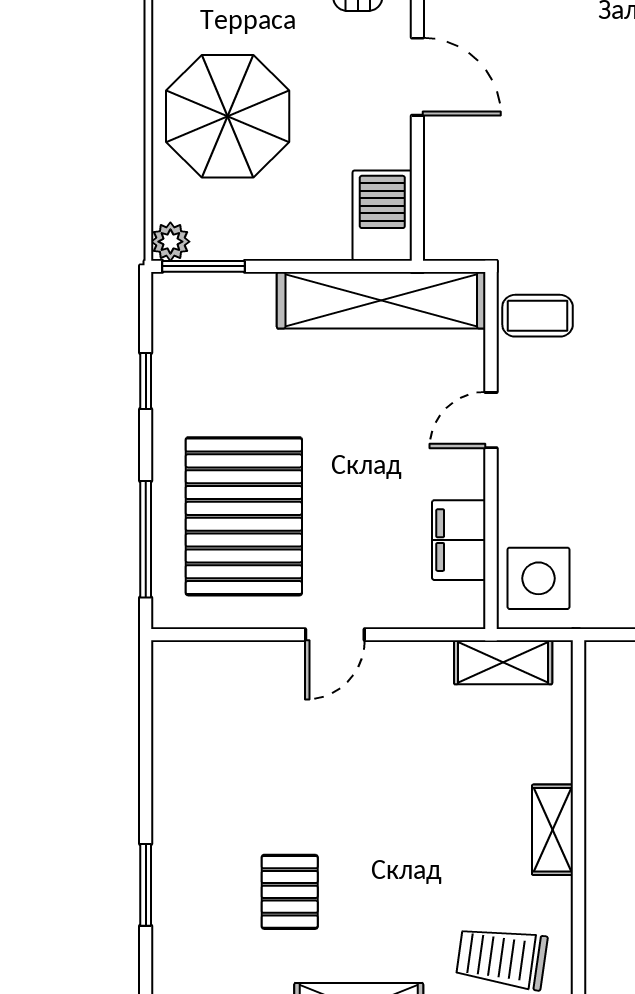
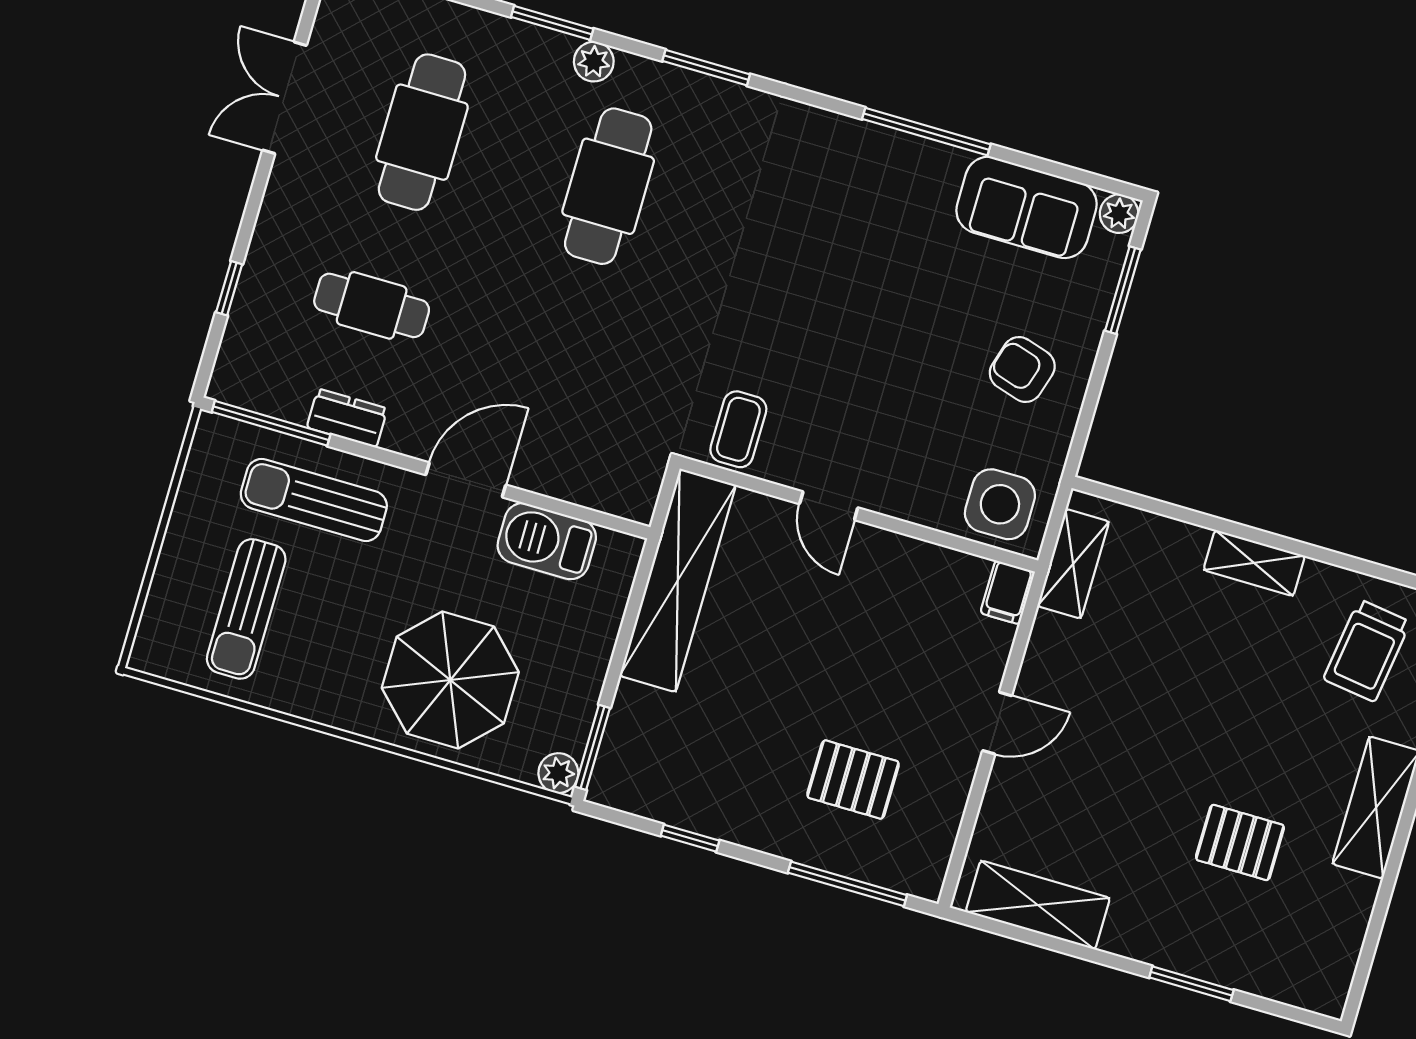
barbecue: (382, 216) -> (547, 541), moved
pallet: (244, 516) -> (853, 780), width x0.49, depth x0.50
filing cabinet: (459, 540) -> (1008, 592), moved, width x0.50
door: (335, 635) -> (997, 723), hinge flipped
shelving: (177, 721) -> (1038, 905), added

